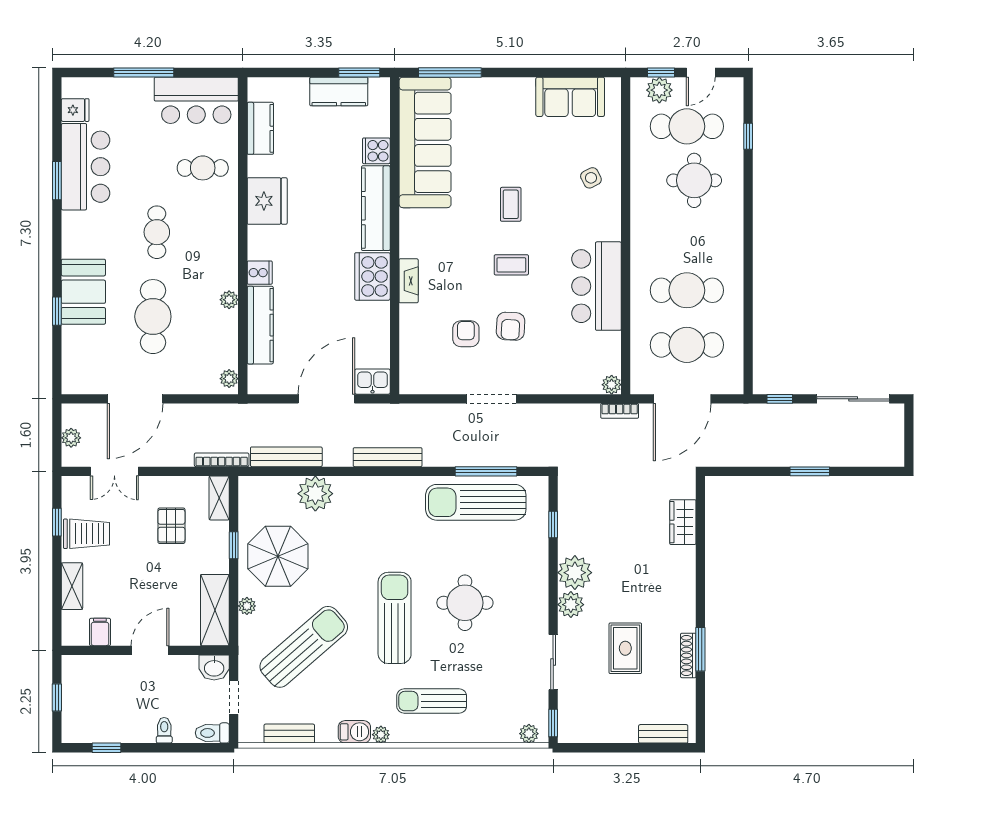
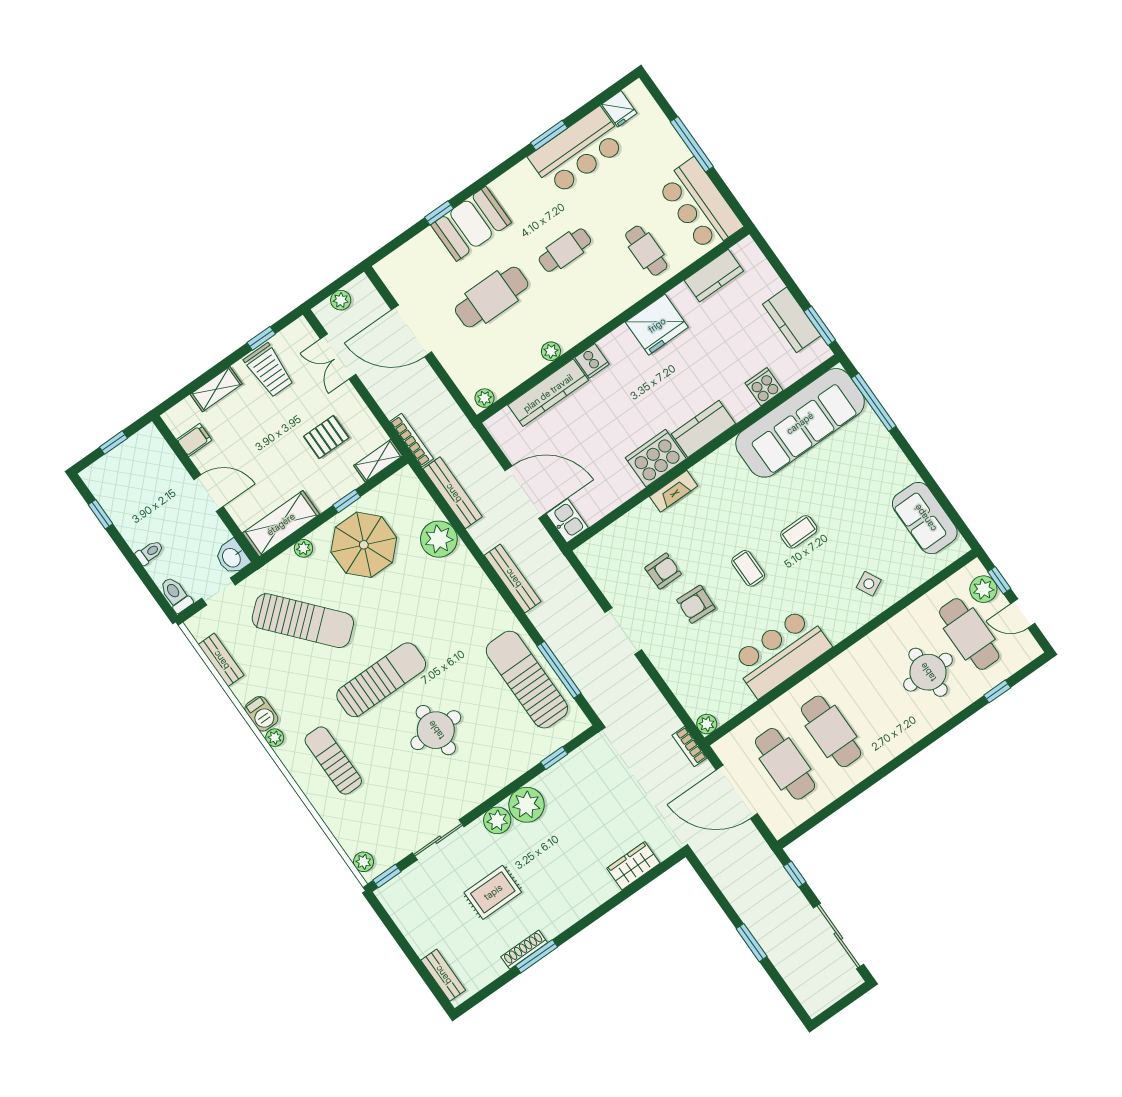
kitchen counter: (376, 208) -> (703, 429), width x0.67

